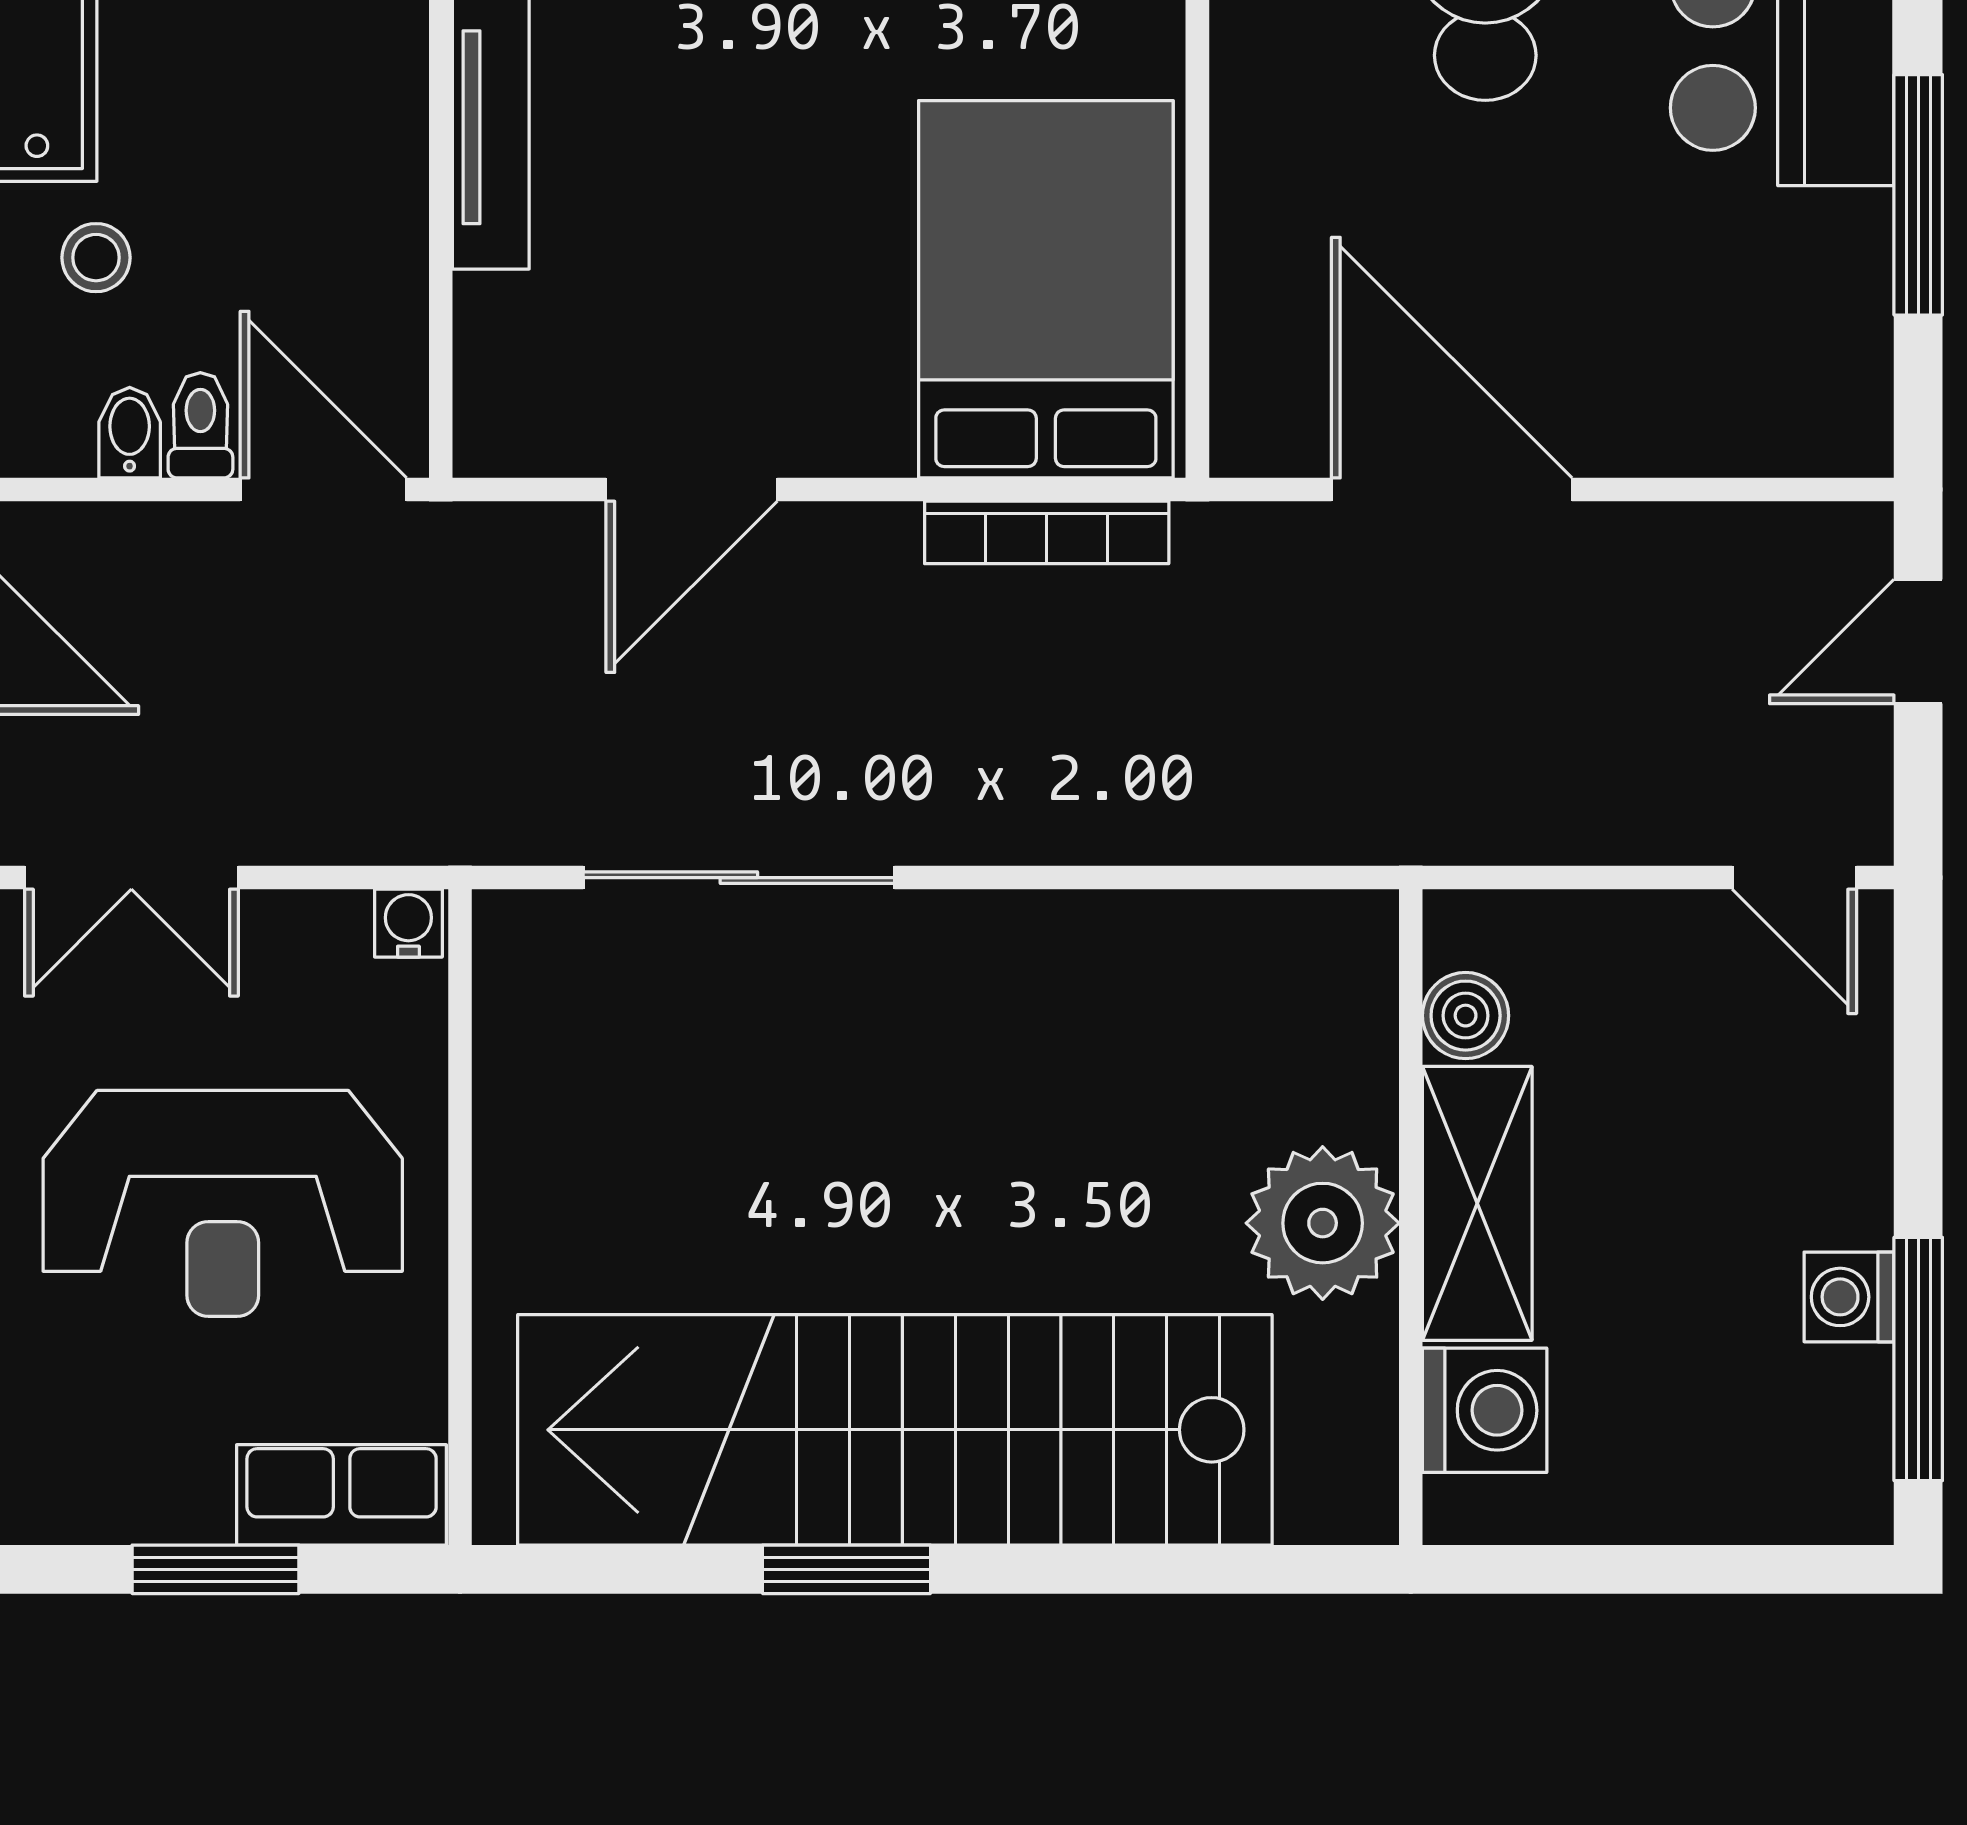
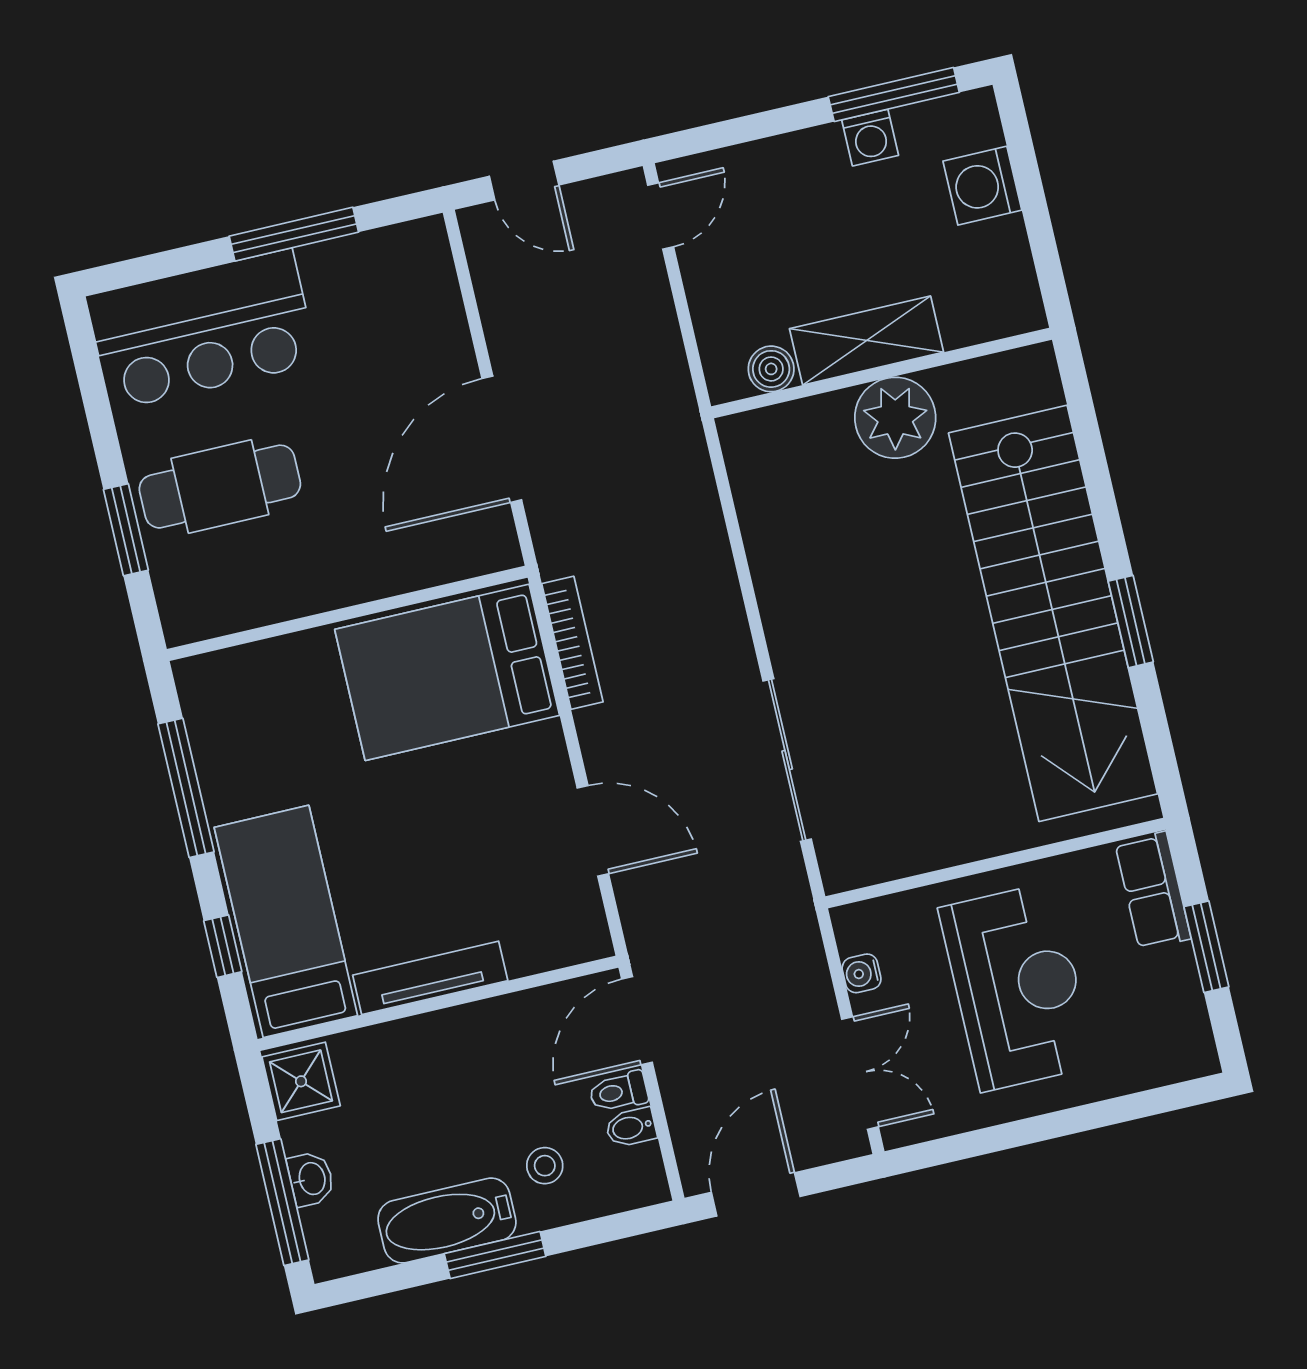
water cooler: (408, 923) -> (862, 973), moved
washing machine: (1485, 1410) -> (982, 186), moved, turned -90

